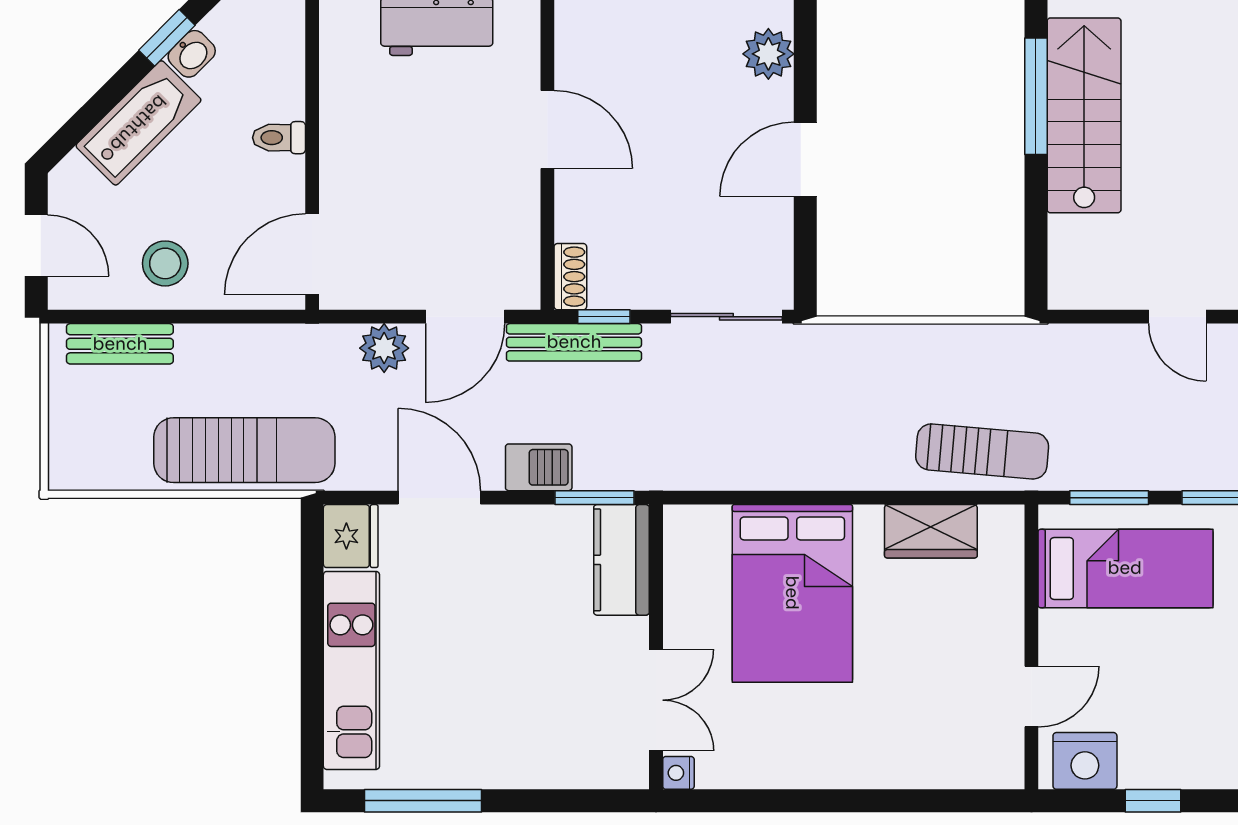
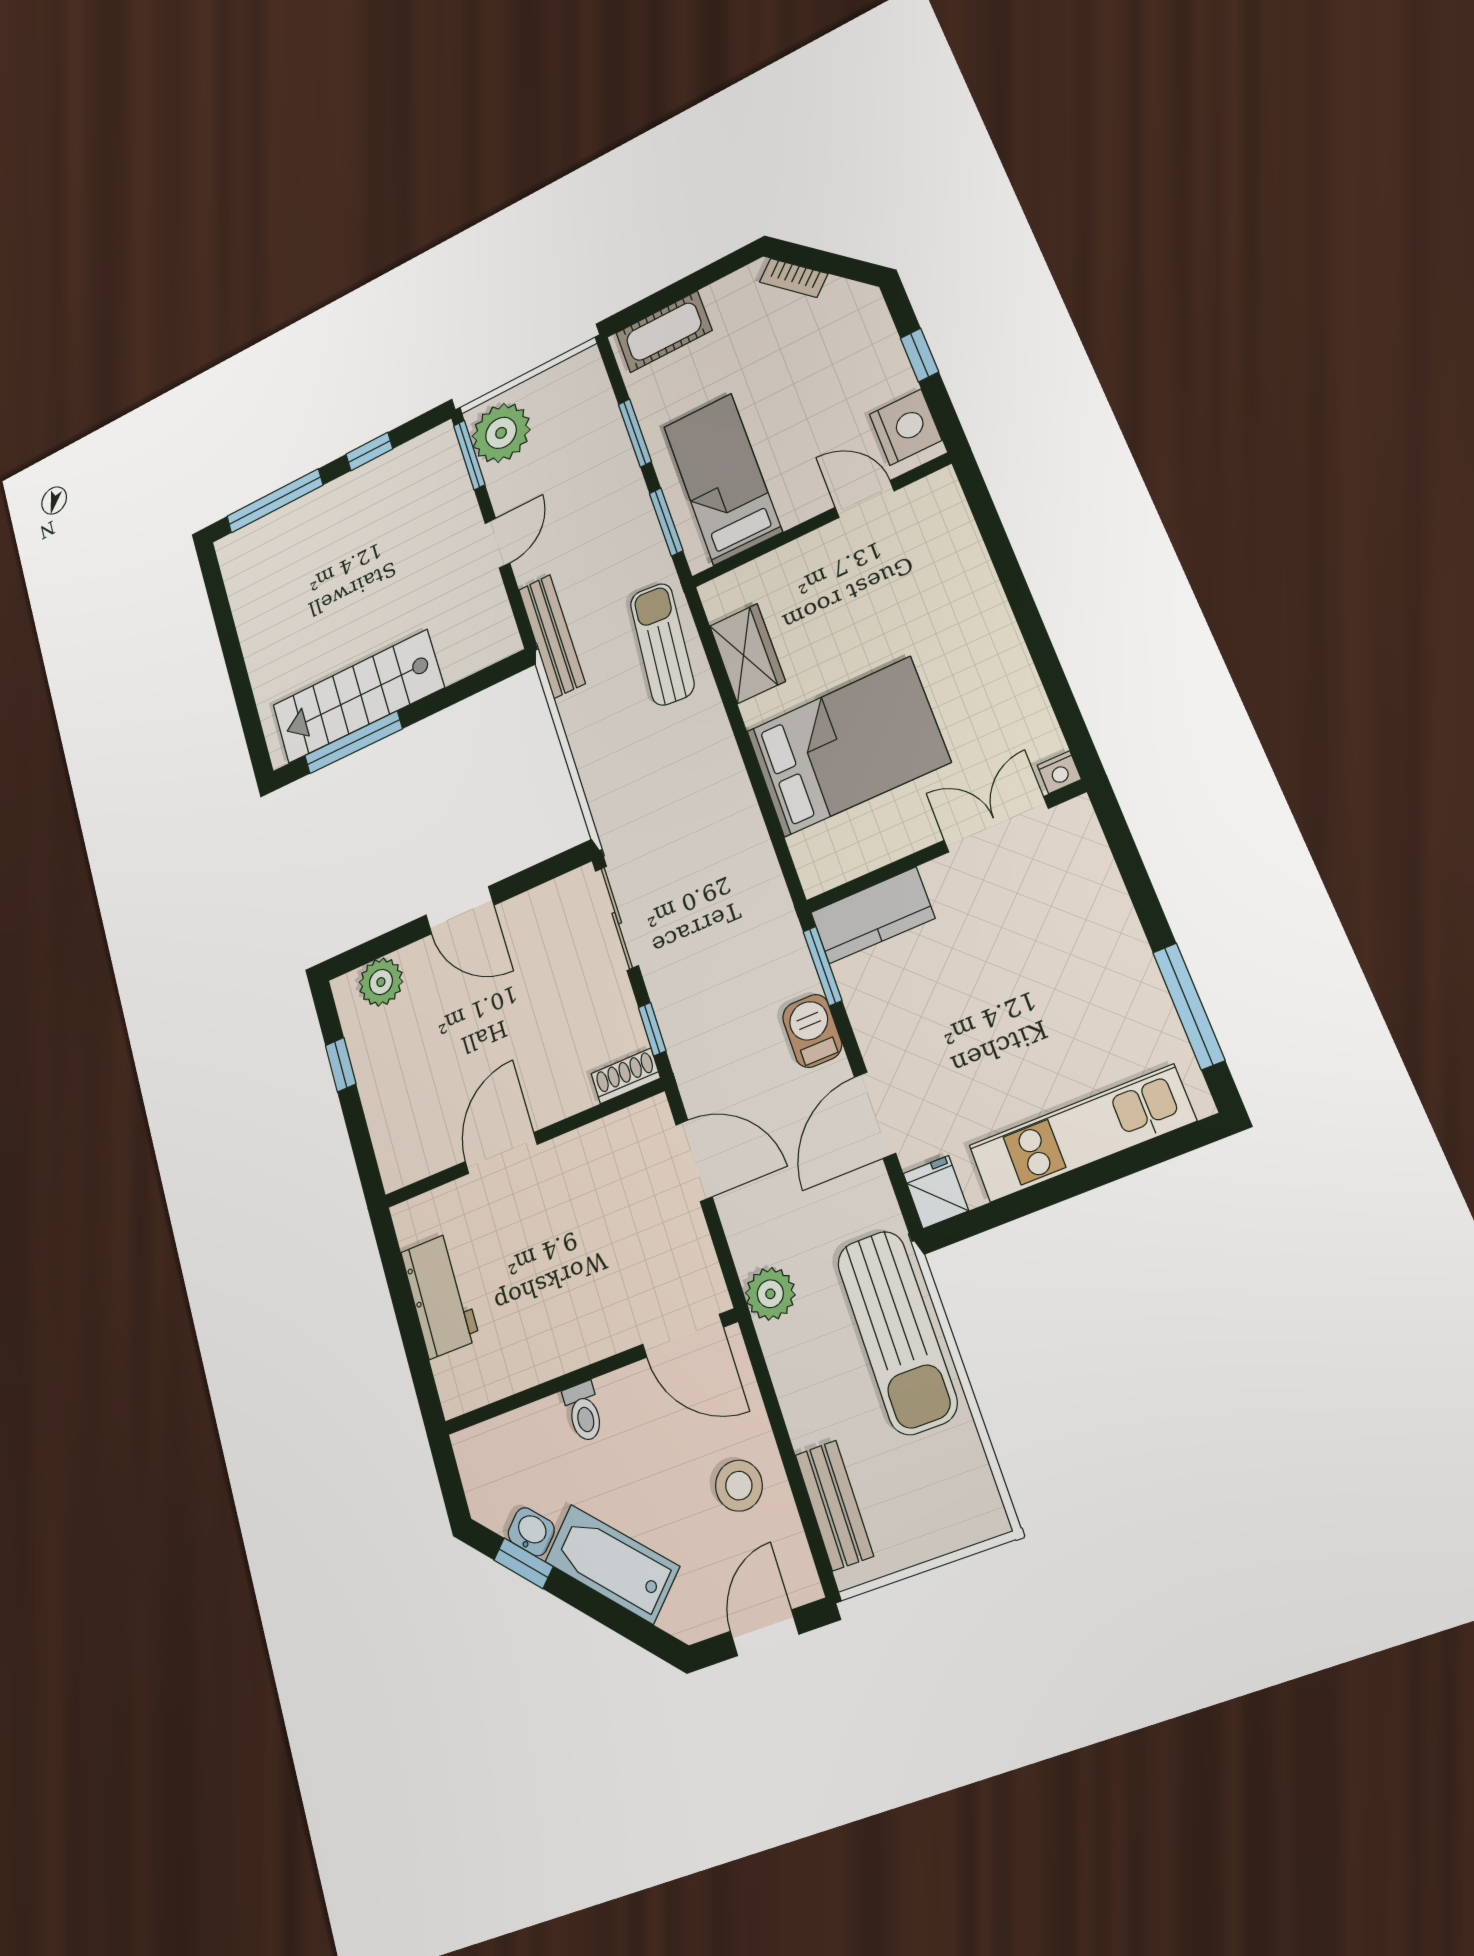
bench: (574, 342) -> (552, 636), moved
plant: (384, 348) -> (770, 1294), moved
sun lounger: (244, 450) -> (897, 1332), turned 180
fridge: (351, 536) -> (936, 1192), width x0.72

